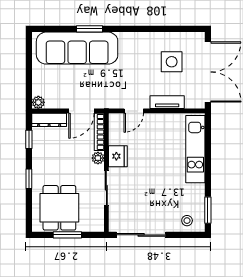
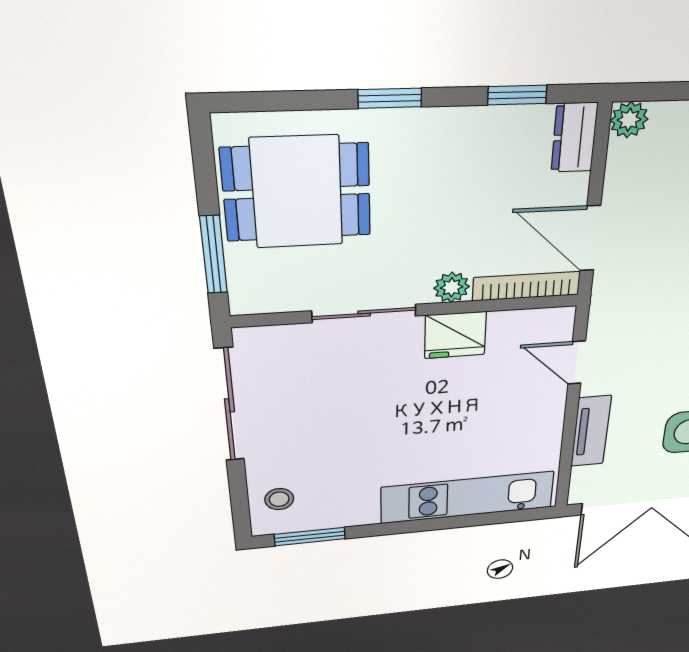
dresser: (49, 120) -> (574, 138), width x0.70
window: (67, 235) -> (214, 255), moved

